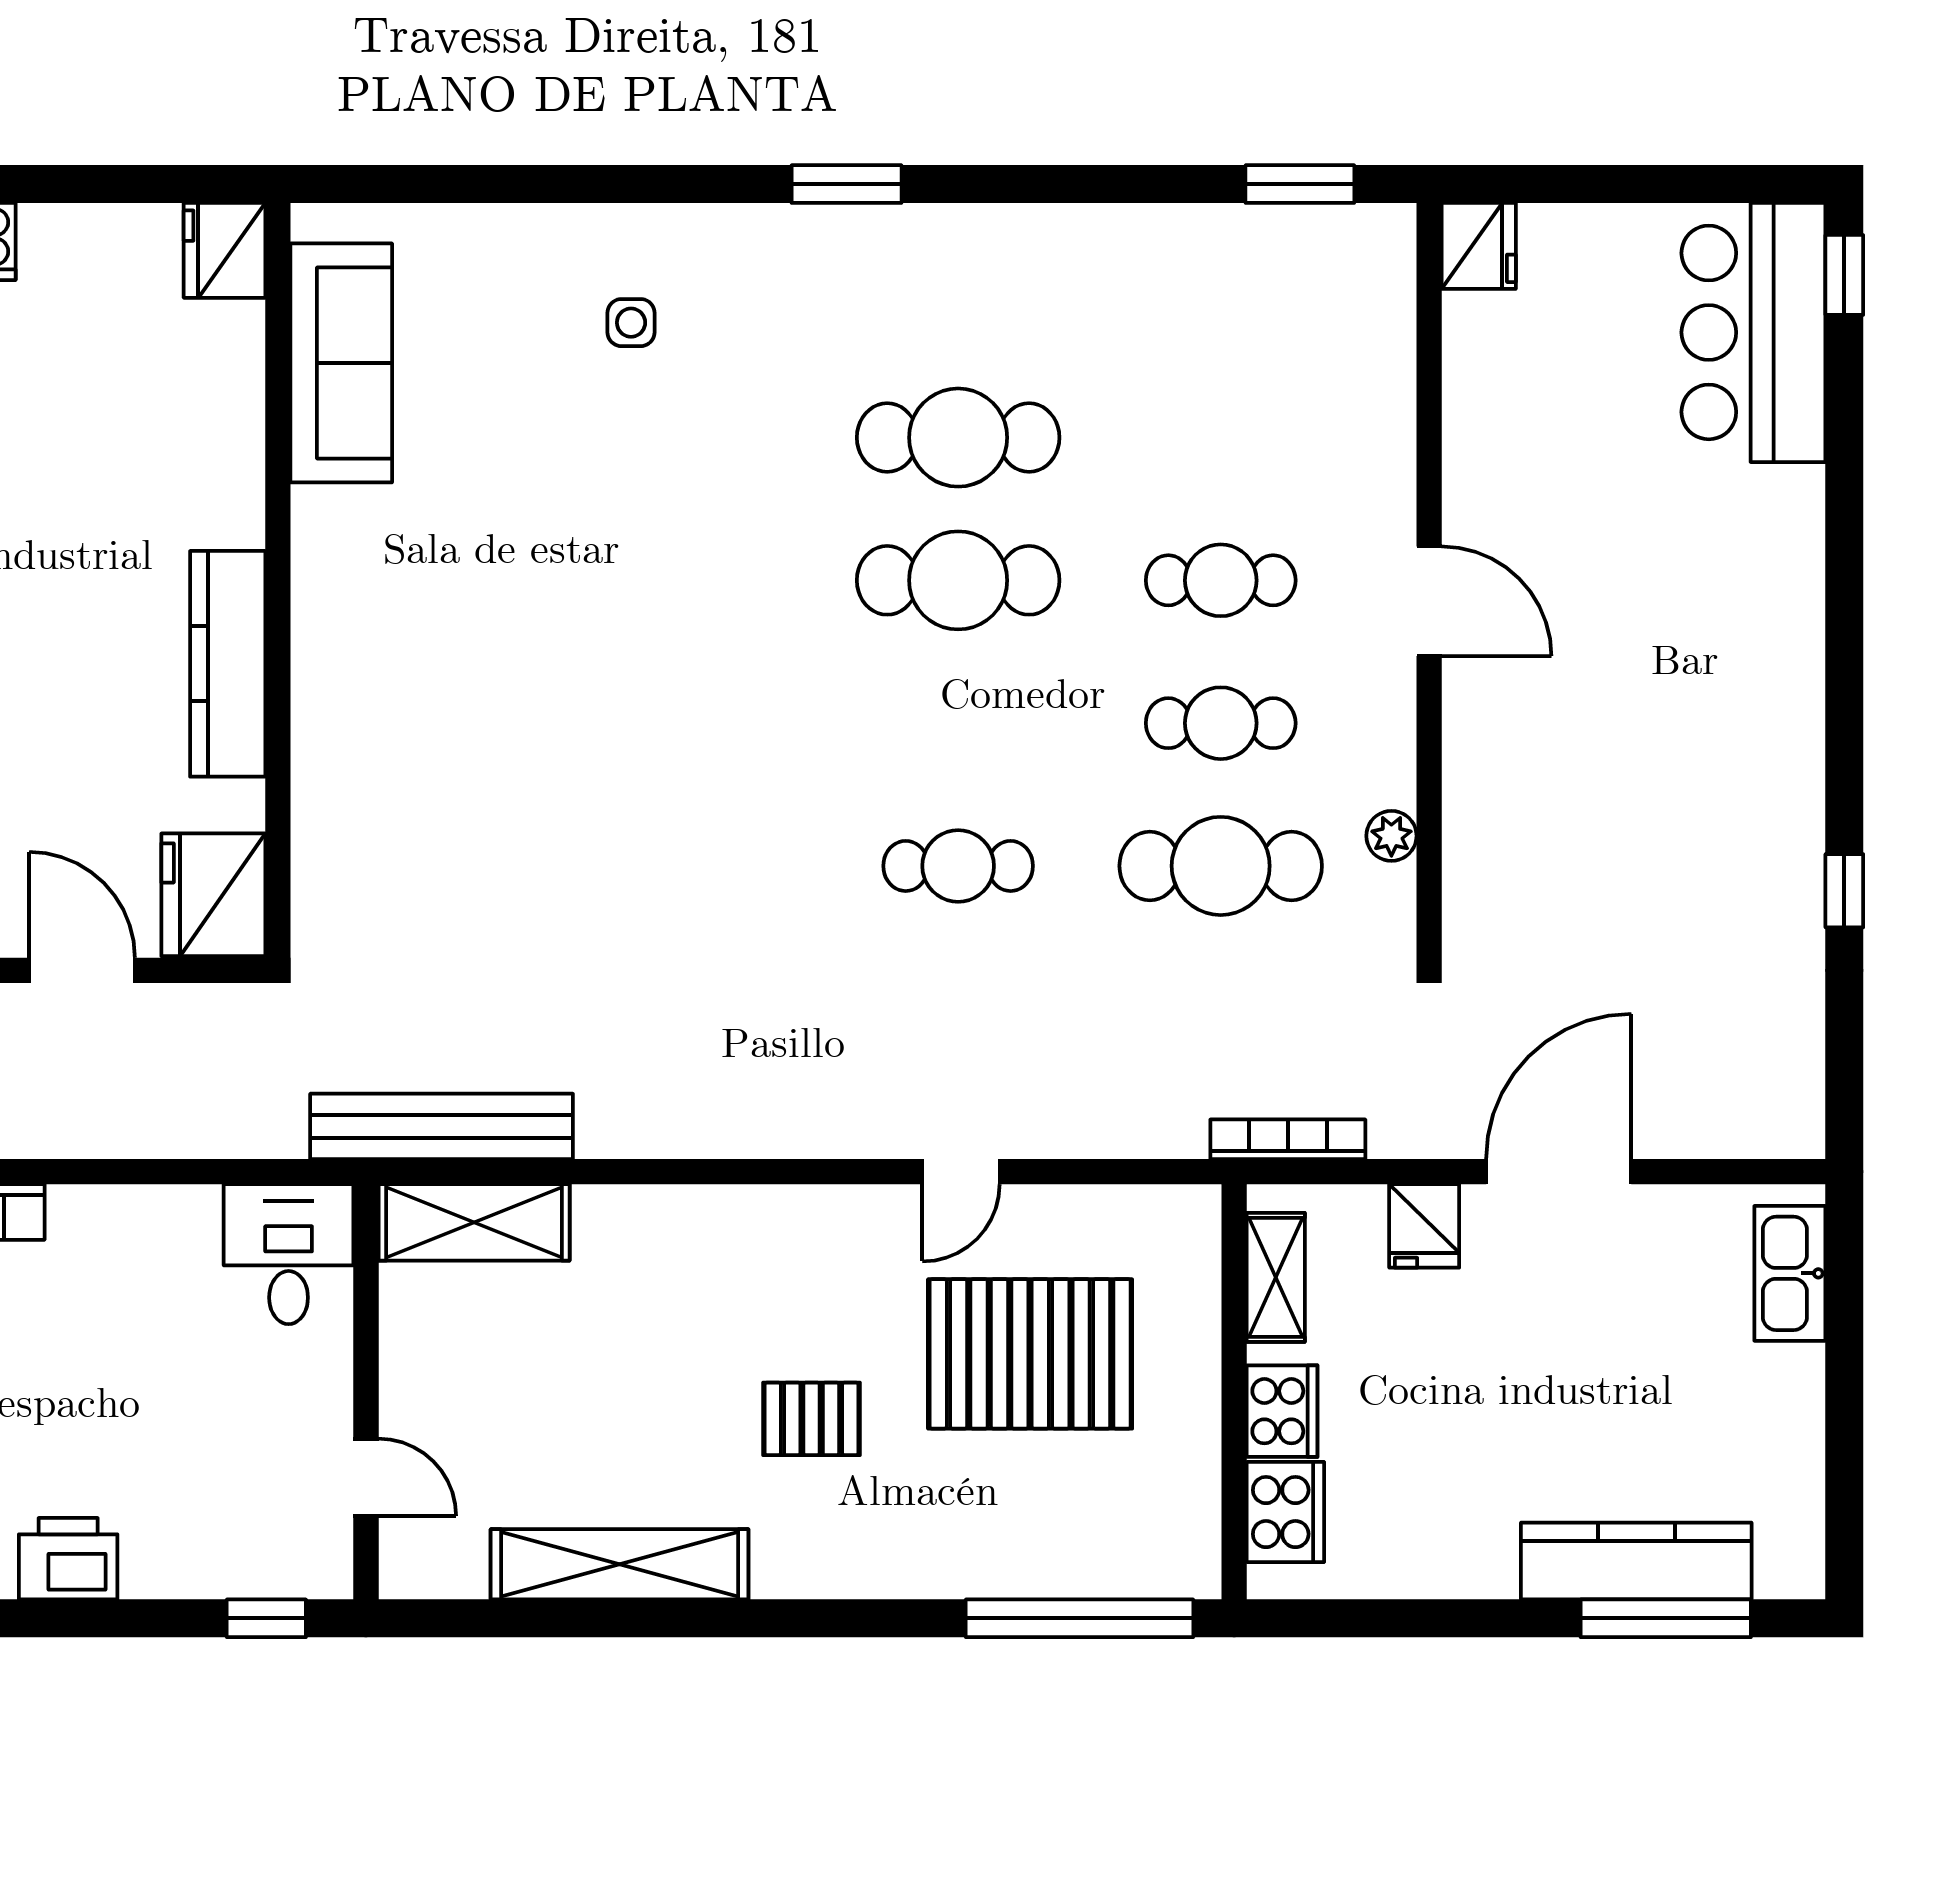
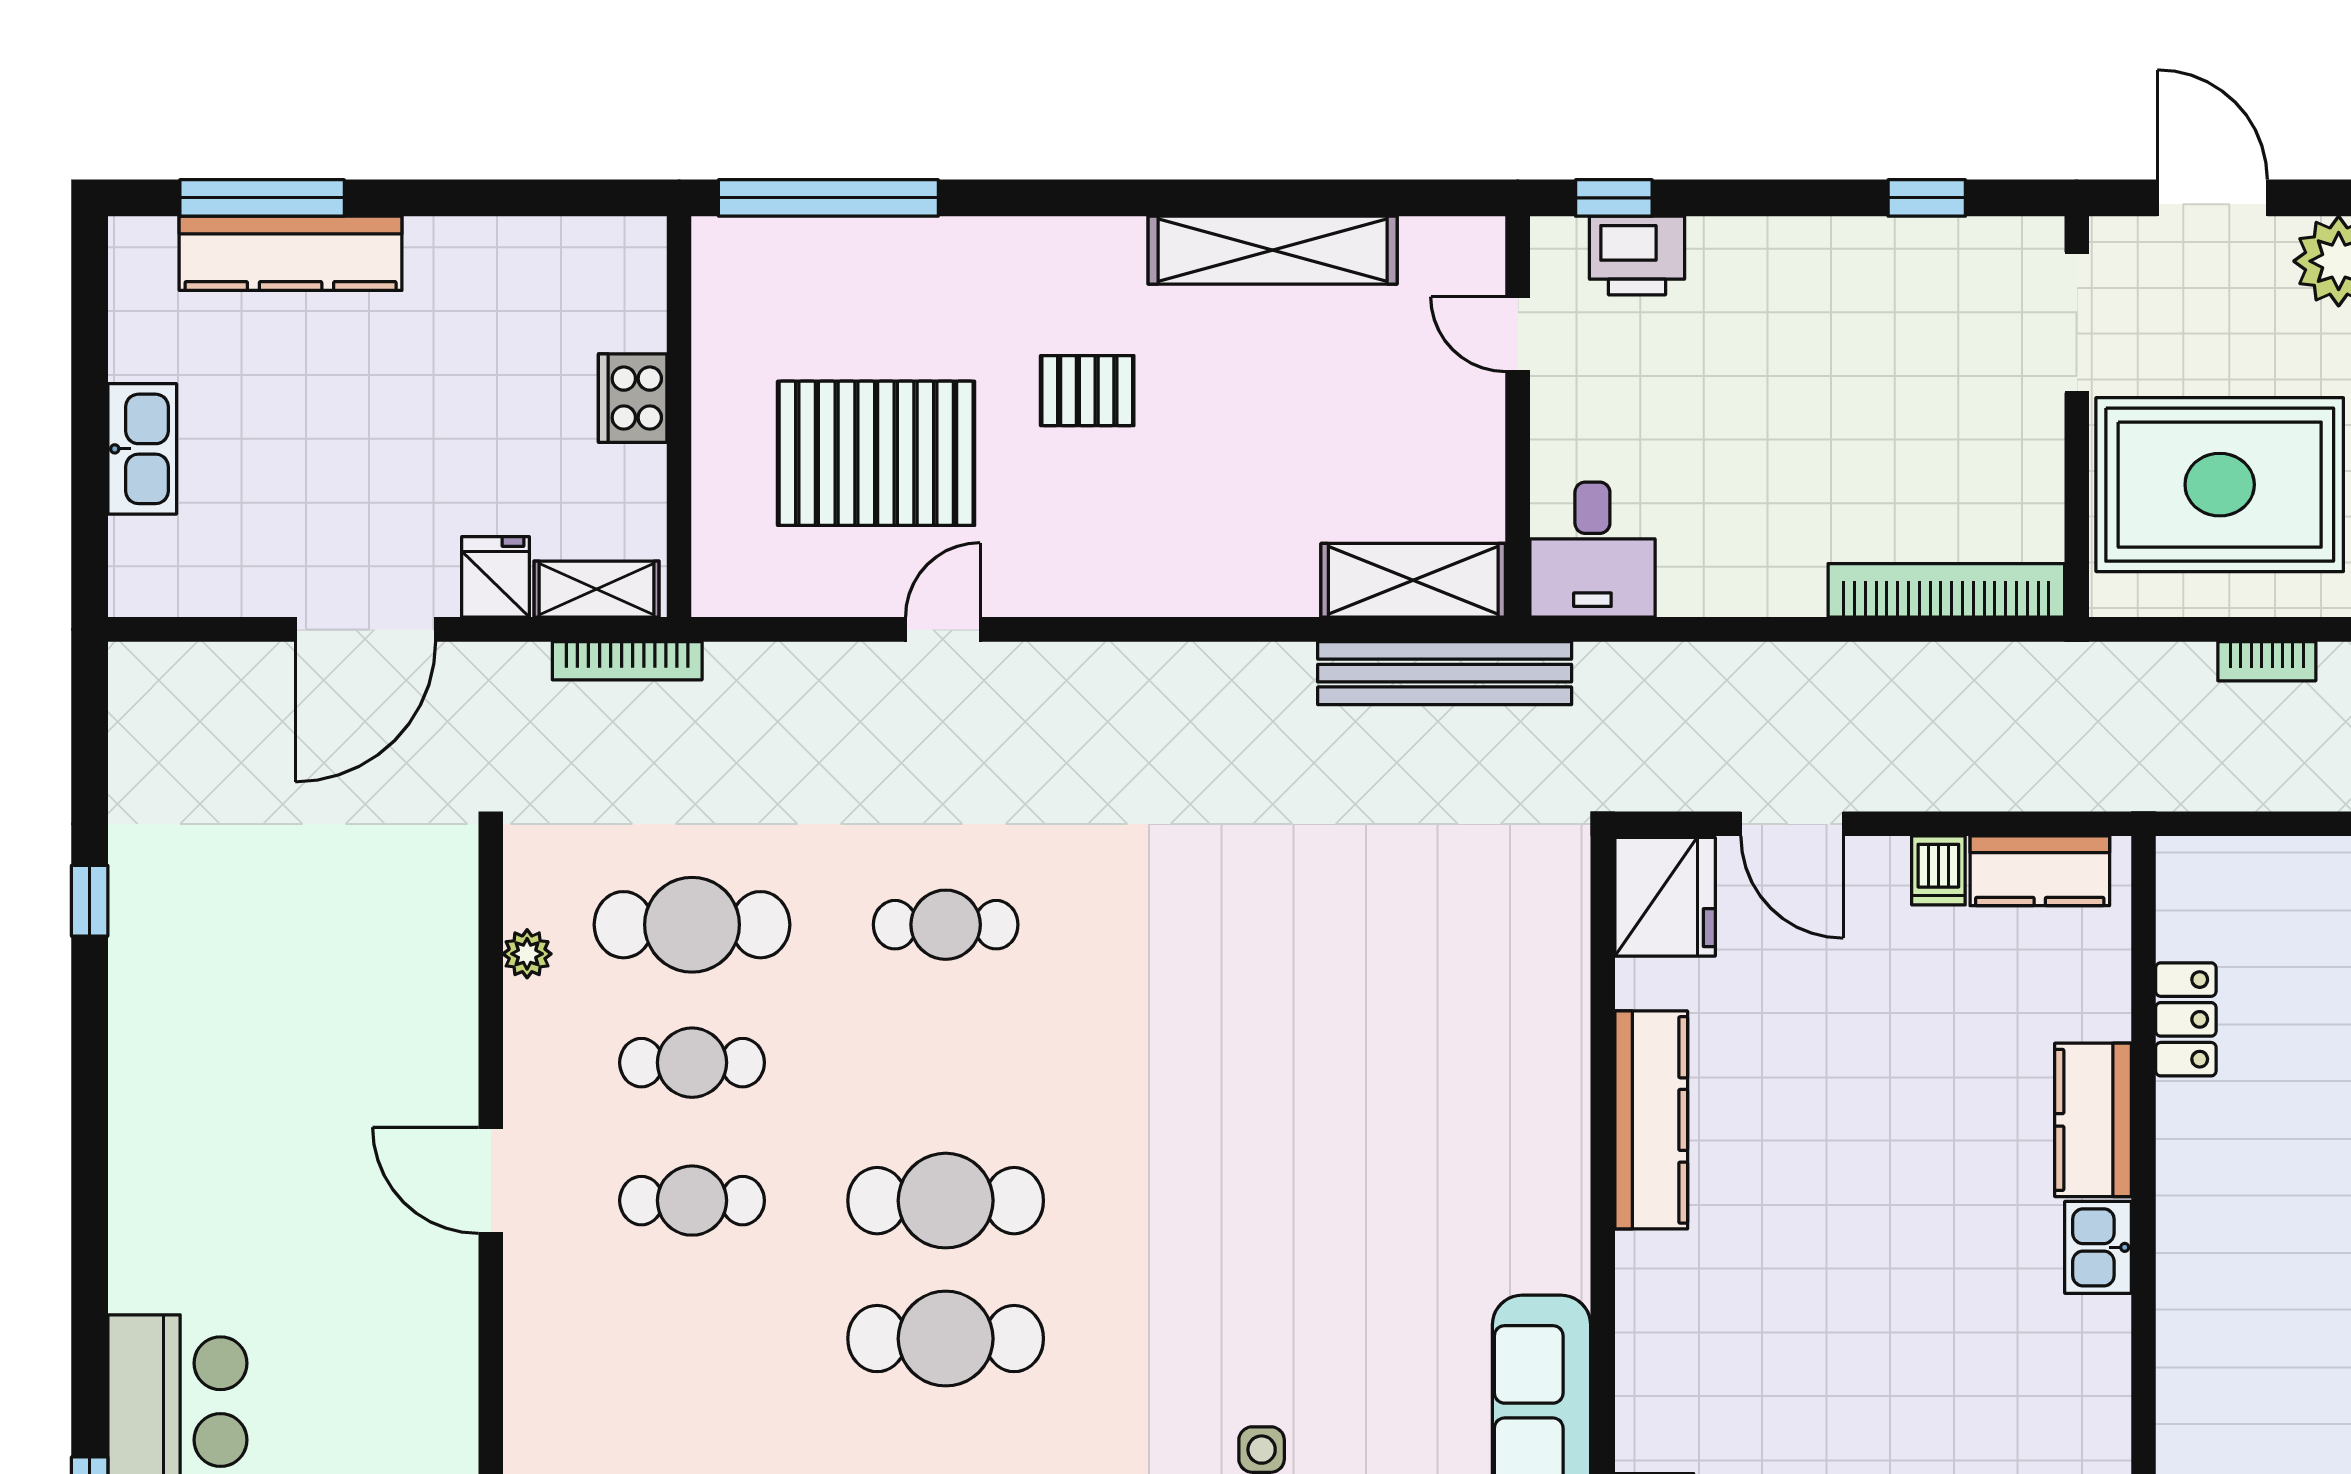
kitchen sink: (1790, 1273) -> (142, 449), moved
shelving: (1276, 1277) -> (597, 589), moved, turned 90
cooker: (1285, 1512) -> (630, 301), removed
printer: (68, 1559) -> (1637, 256), moved

